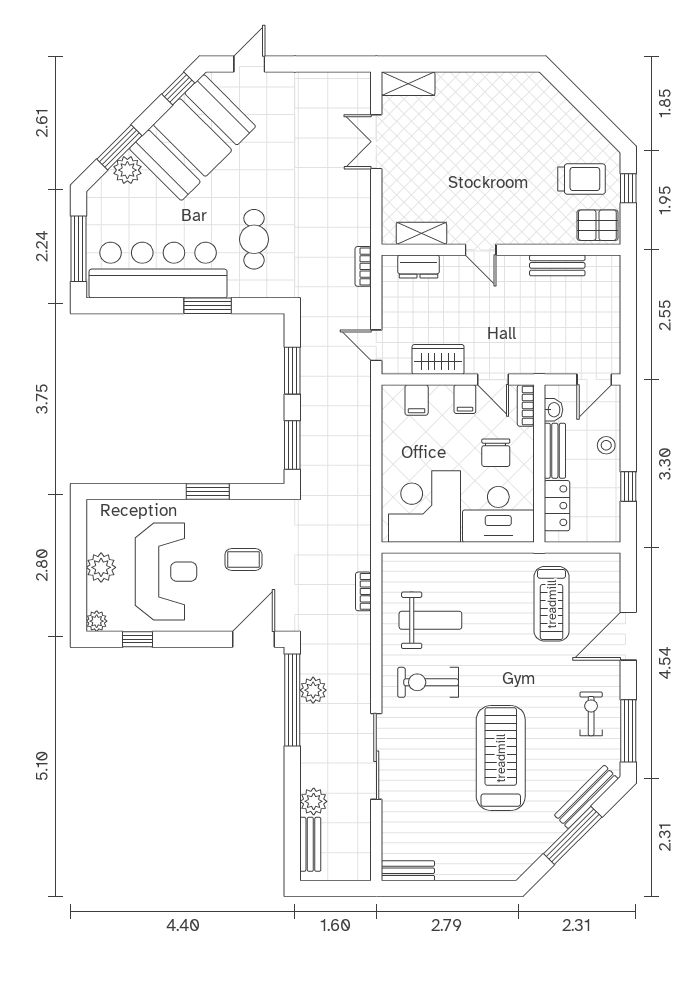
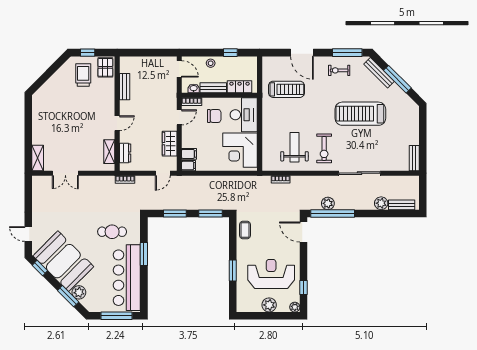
filing cabinet: (465, 399) -> (189, 166), moved
window: (208, 492) -> (233, 270), moved
coffee table: (243, 559) -> (245, 230), moved

